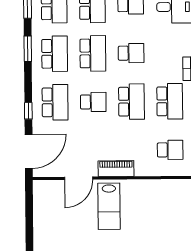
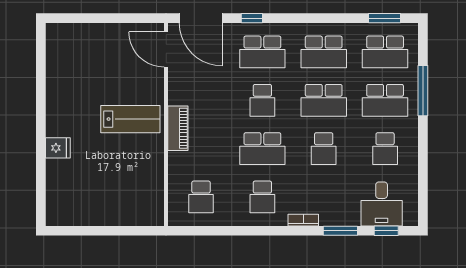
window: (28, 49) -> (330, 18), removed
school desk: (170, 101) -> (262, 197), width x0.54
door: (79, 178) -> (166, 50), moved
lab bench: (109, 206) -> (130, 119), turned 180

